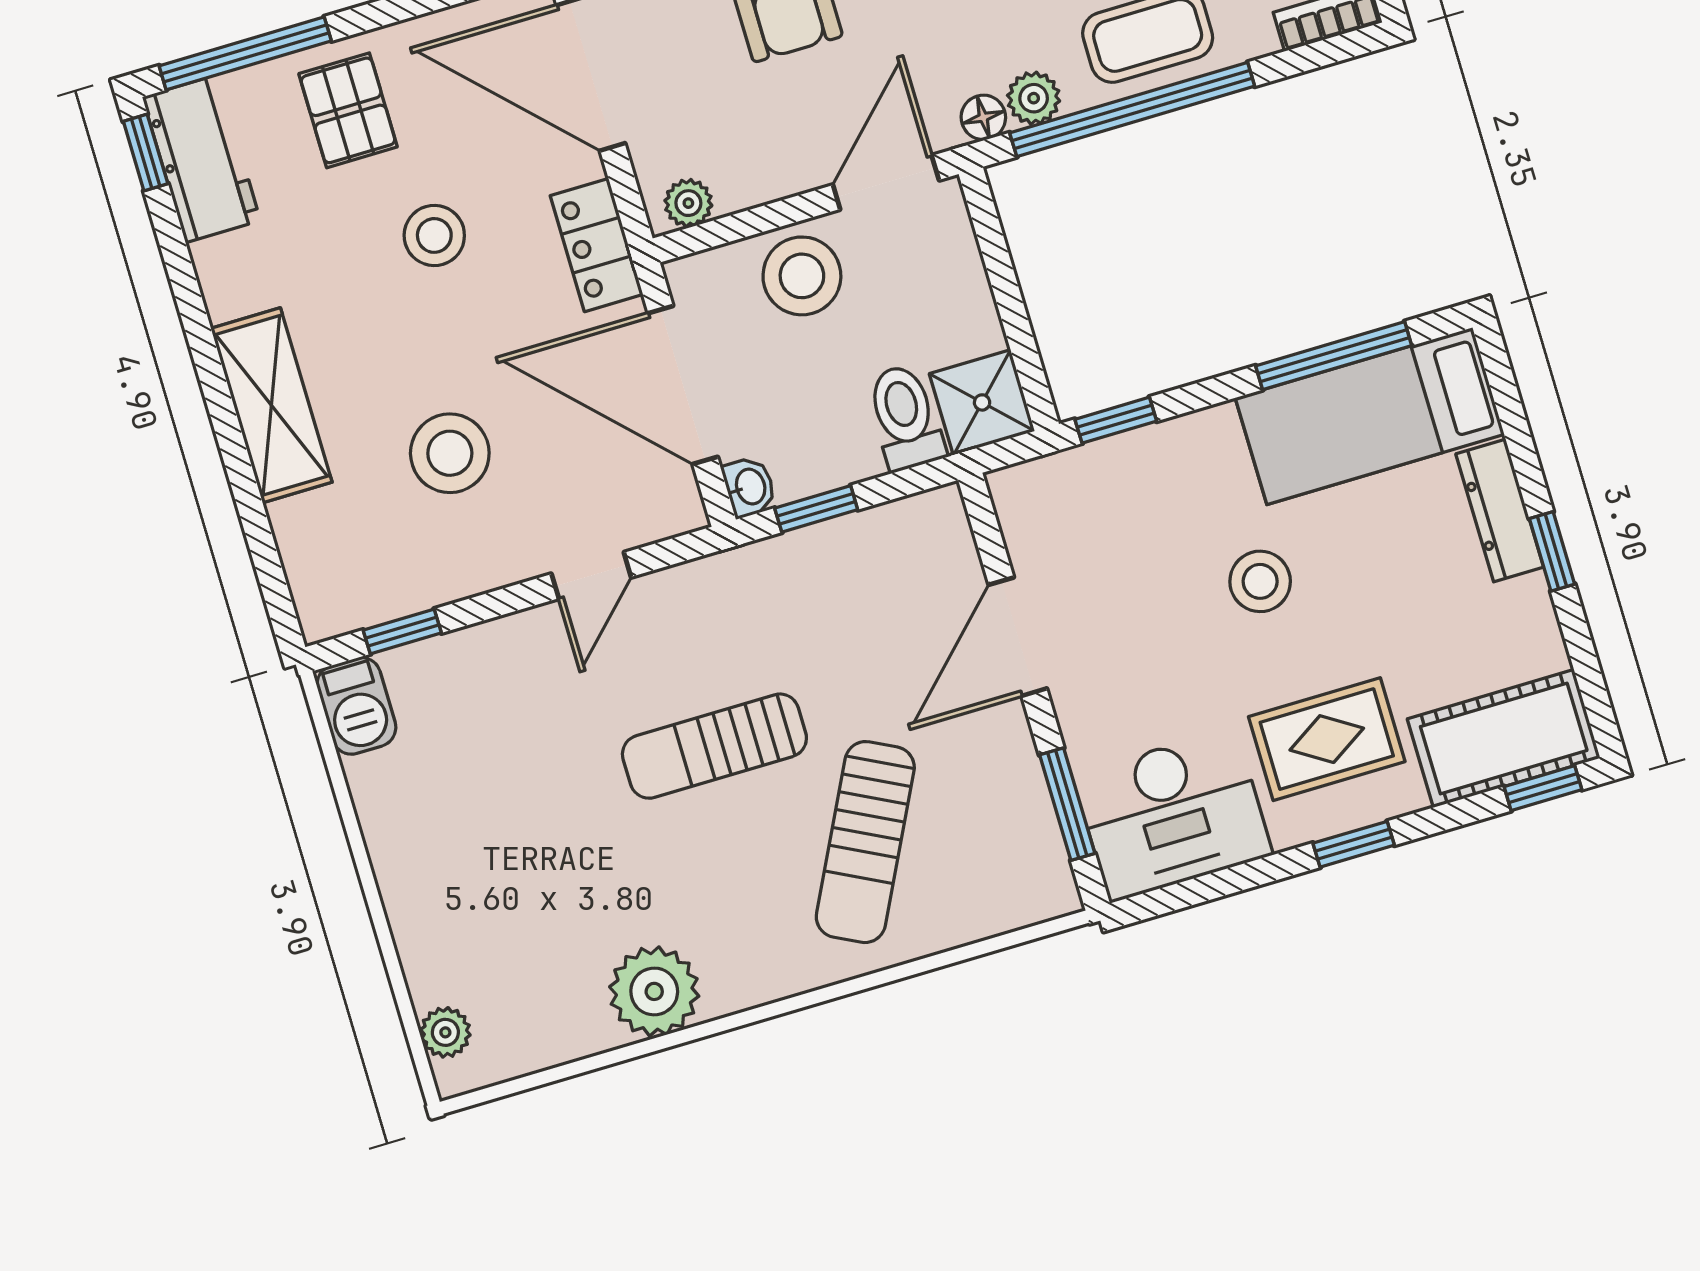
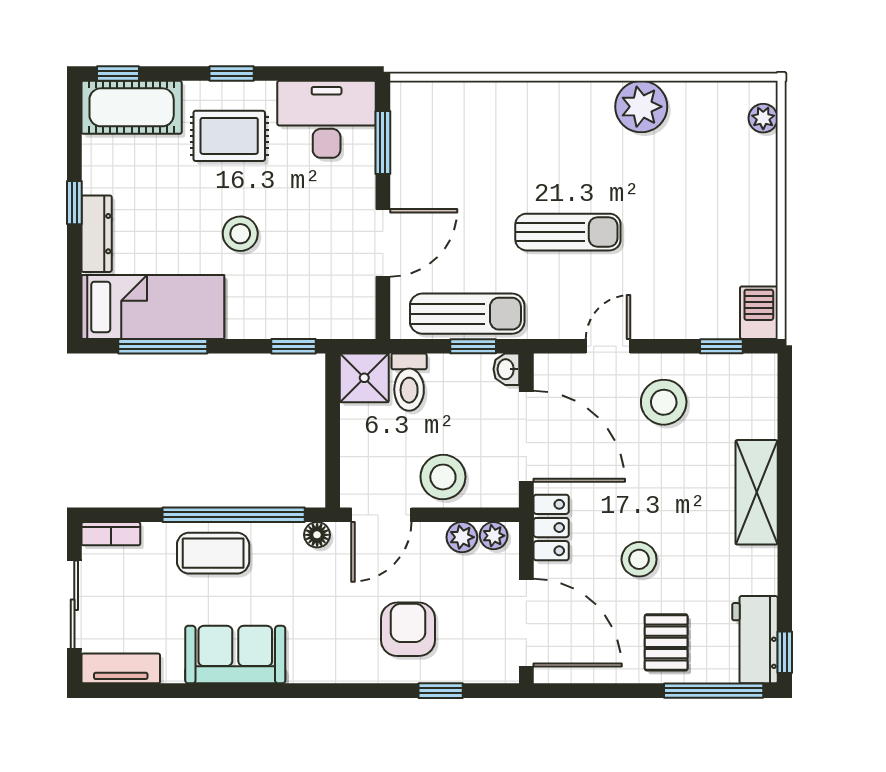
plant: (1034, 98) -> (462, 537), moved
stool: (450, 453) -> (664, 402), moved
sun lounger: (865, 842) -> (467, 314), moved, turned 63

